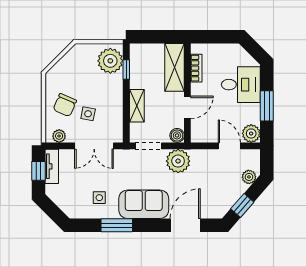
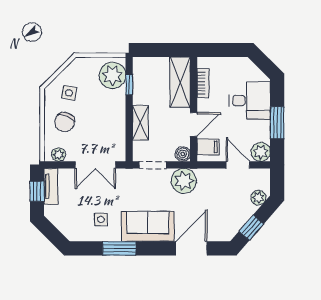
side table: (88, 114) -> (69, 93), moved
filing cabinet: (201, 129) -> (208, 147), added

